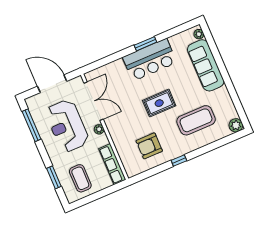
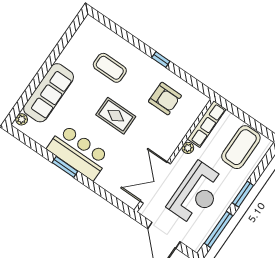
coffee table: (196, 120) -> (110, 68), width x0.73, depth x0.76
plant: (236, 125) -> (90, 25), removed
plant: (99, 129) -> (188, 148), moved
window: (54, 177) -> (243, 194), moved
coffee table: (80, 178) -> (241, 147), width x1.36, depth x1.32

